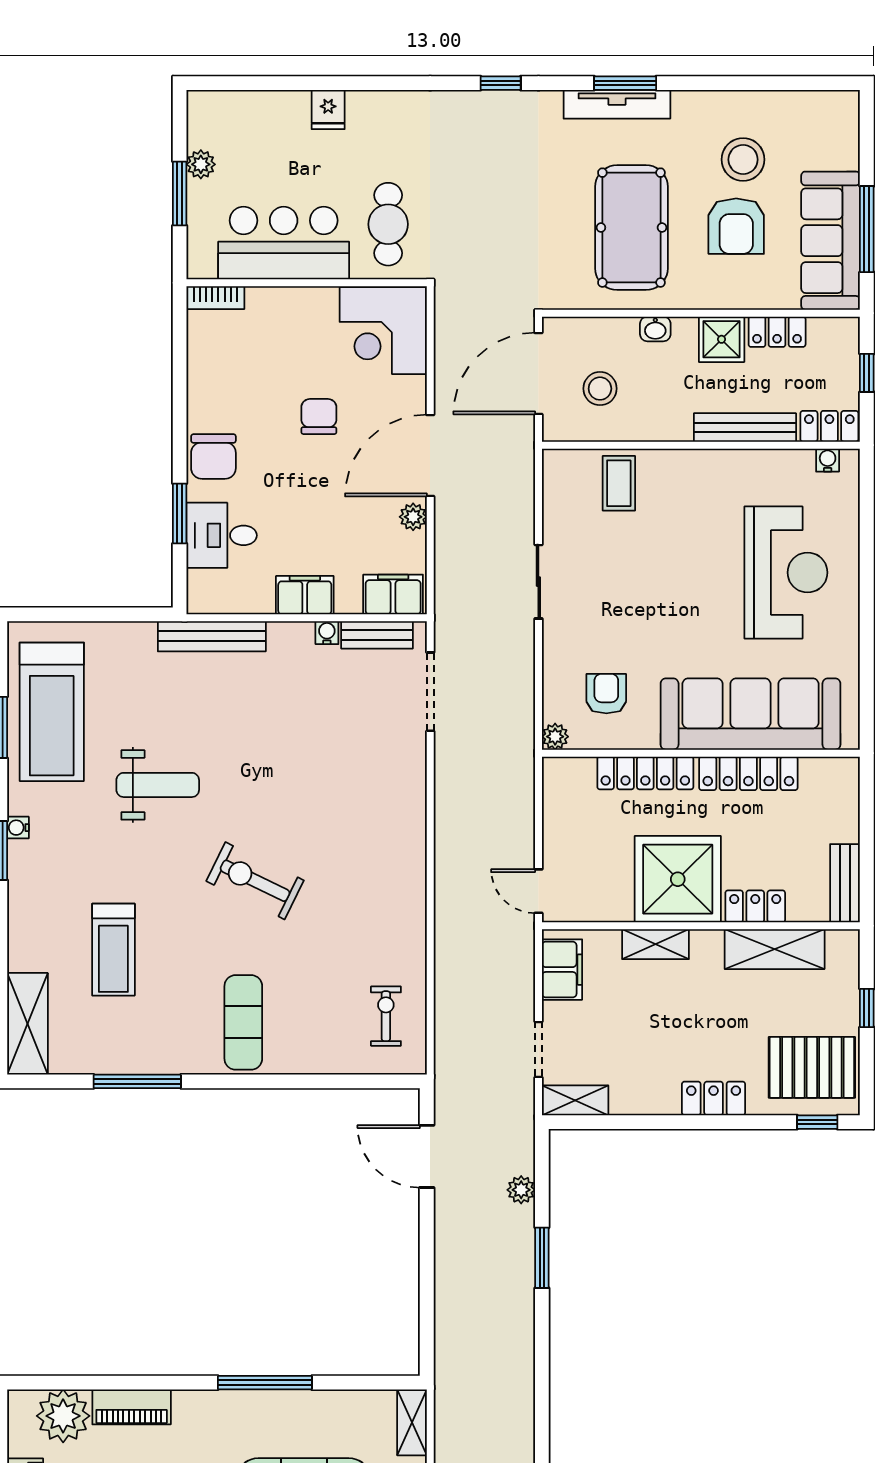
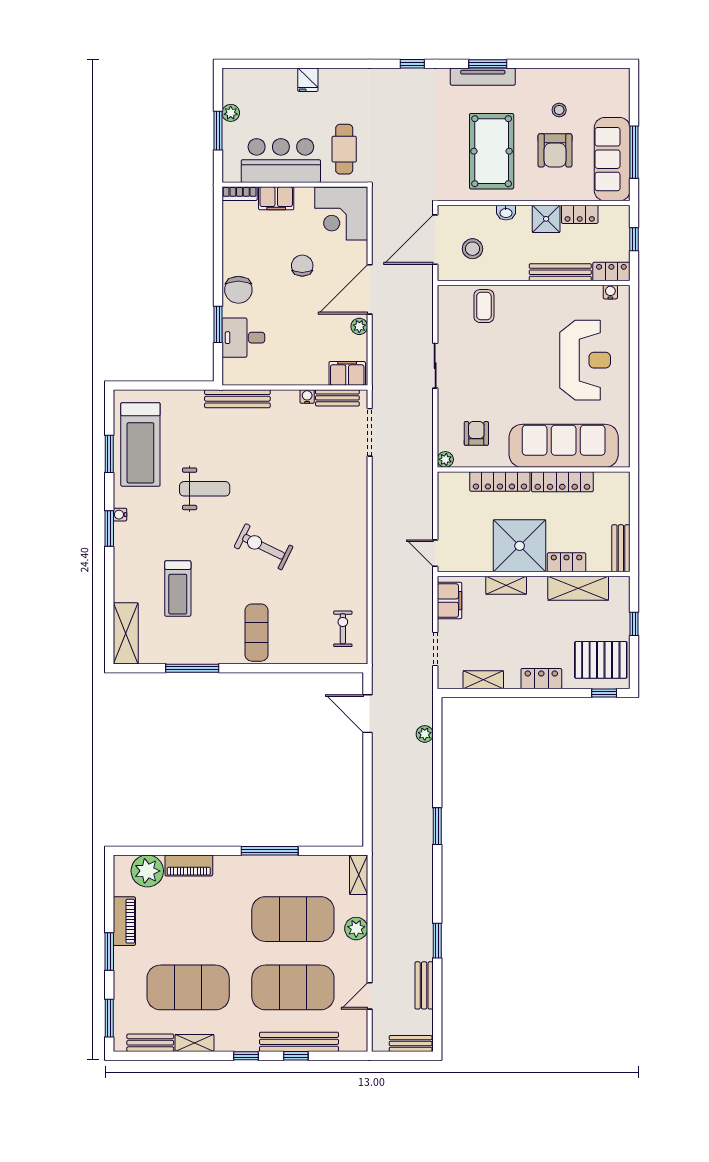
stool: (743, 160) -> (559, 110), width x0.53, depth x0.53
filing cabinet: (305, 595) -> (276, 198), moved, turned 180
shelving: (575, 1100) -> (483, 680), moved
window: (542, 1258) -> (437, 826), moved

